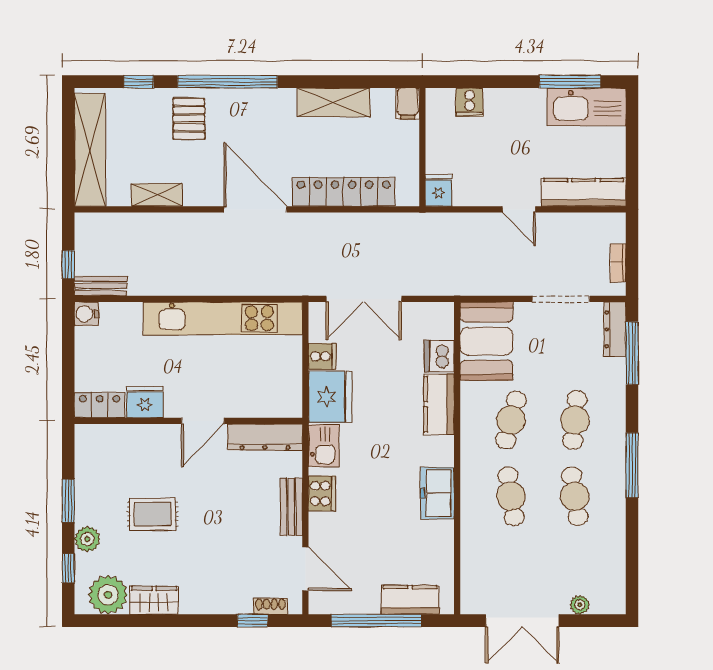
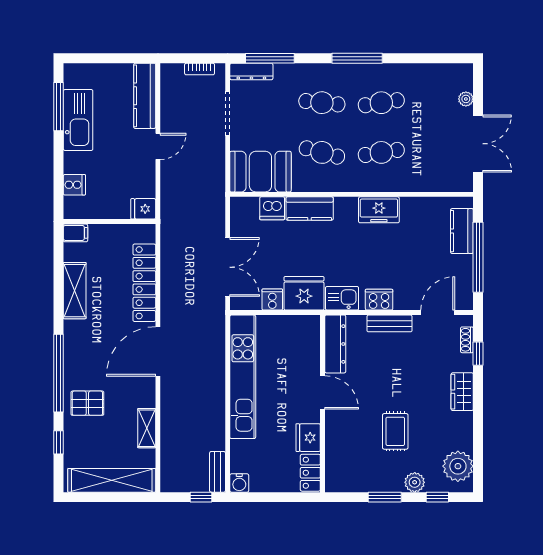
kitchen sink: (587, 107) -> (78, 120), moved
wardrobe: (154, 600) -> (462, 392), moved

